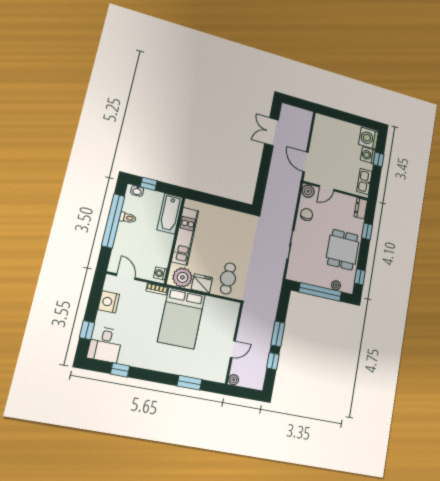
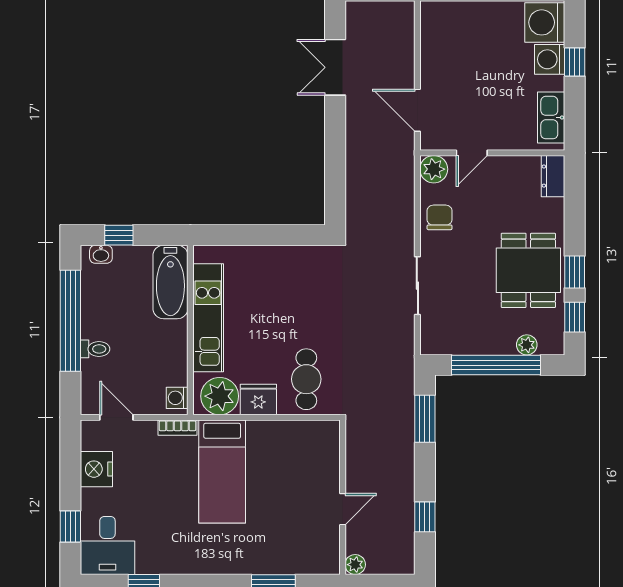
toilet: (128, 218) -> (95, 349), moved
window: (367, 231) -> (575, 272), moved
bed: (181, 318) -> (222, 472), width x0.67
window: (278, 334) -> (425, 419), moved

